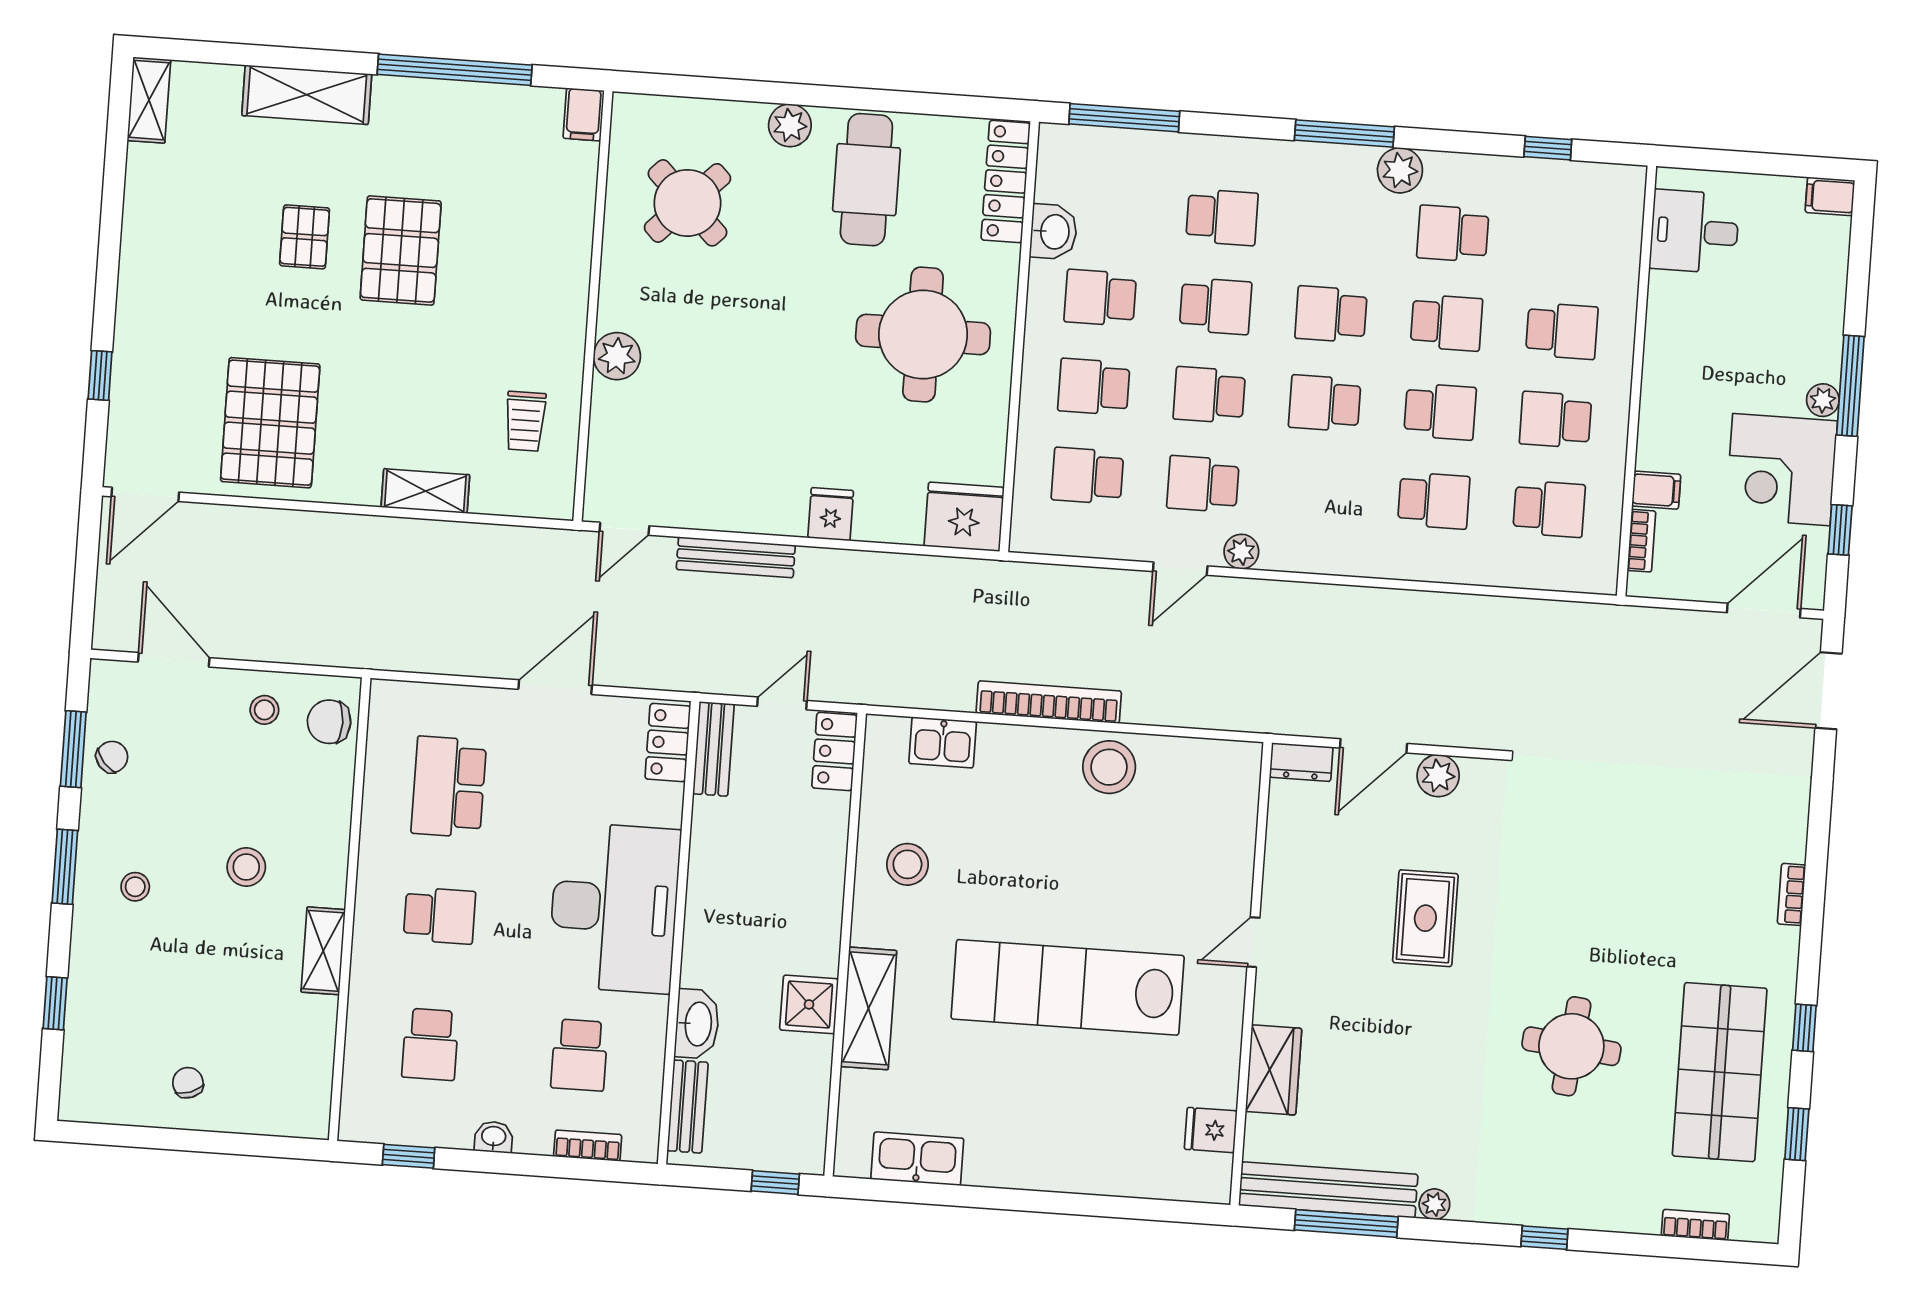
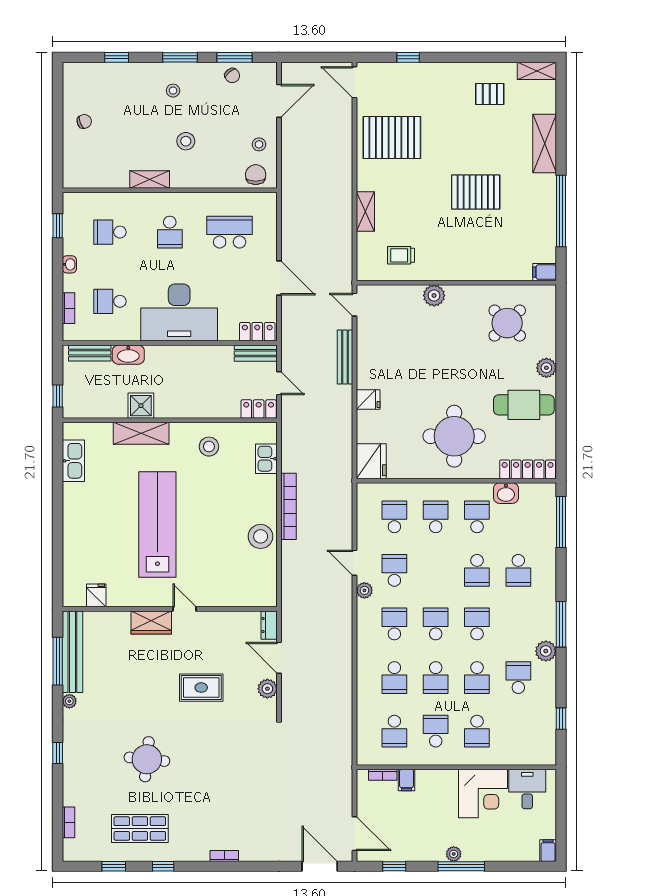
pallet: (305, 237) -> (490, 94), moved
school desk: (1209, 395) -> (394, 624), moved
corner desk: (1781, 470) -> (483, 793), moved, turned 180
wardrobe: (1274, 1070) -> (151, 622), moved
shop shelf: (1720, 1072) -> (140, 829), width x0.70, depth x0.74

